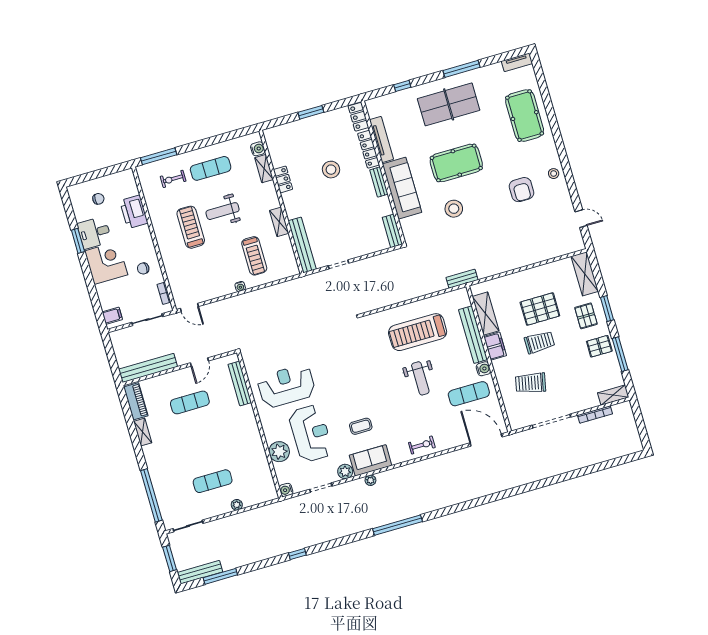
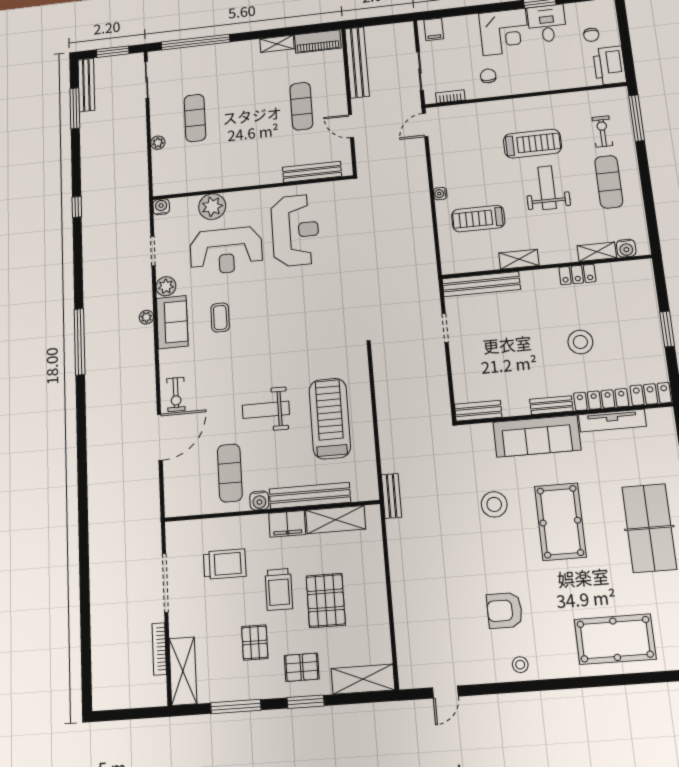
printer: (134, 212) -> (609, 66), moved, turned -90
pallet: (599, 346) -> (255, 643), moved
trolley: (531, 383) -> (225, 564), turned 78
shelving: (613, 395) -> (183, 671), width x1.50, depth x1.33
door: (486, 440) -> (160, 437), moved

